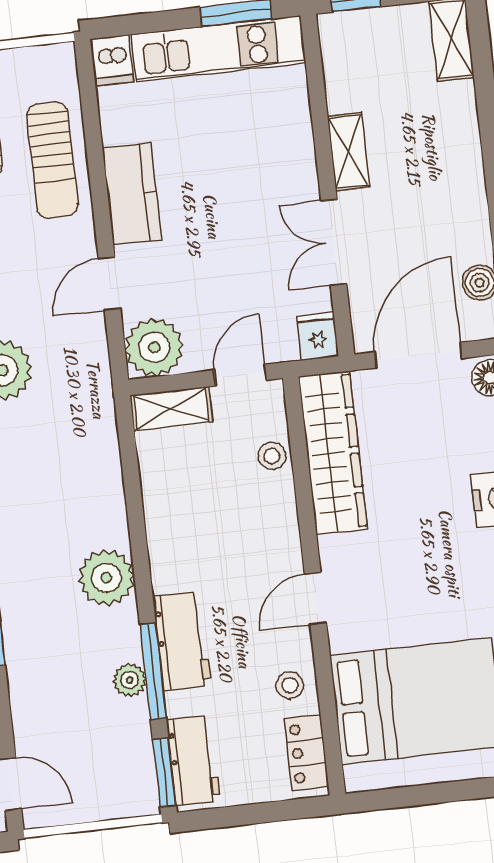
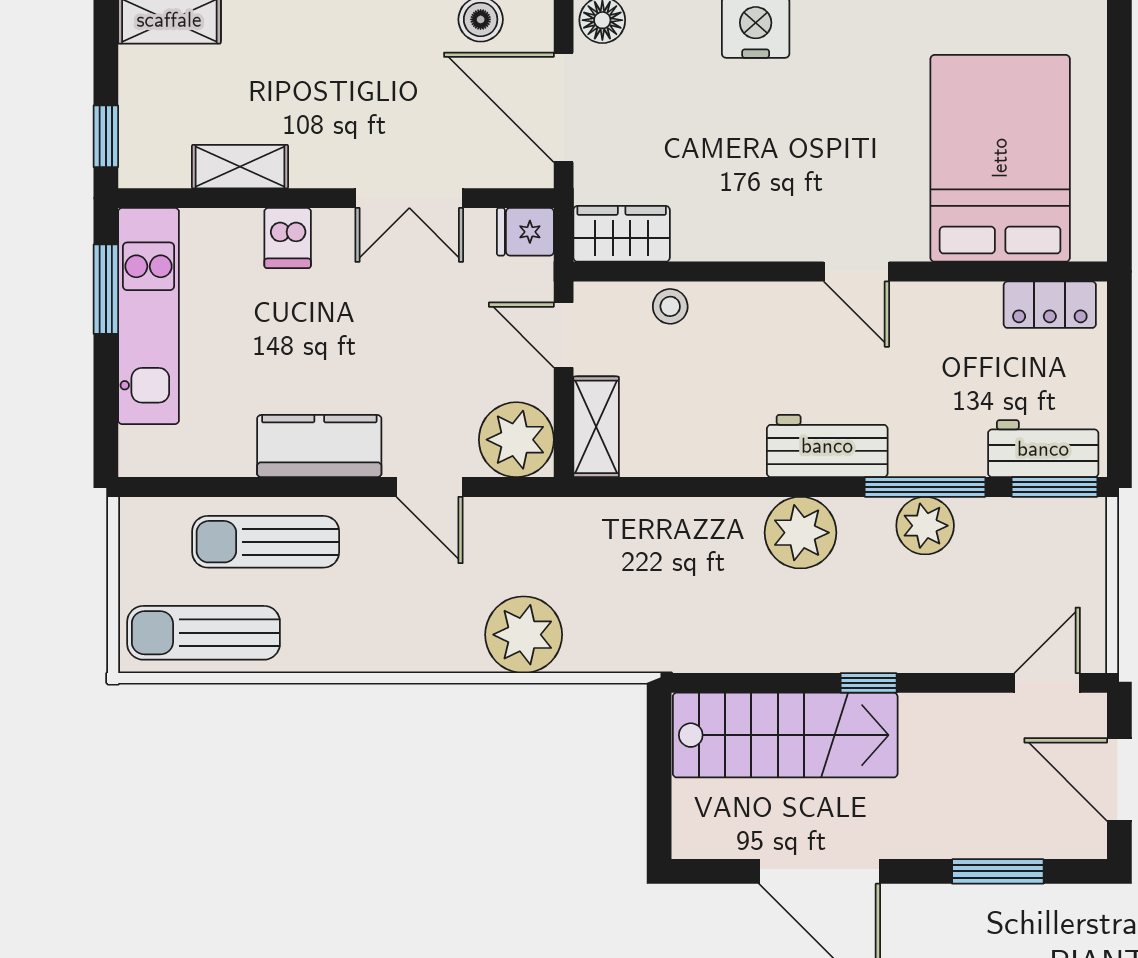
dishwasher: (113, 60) -> (288, 238), moved, turned 90
shelving: (348, 152) -> (240, 167), moved
sun lounger: (52, 160) -> (266, 542), turned 180
wardrobe: (333, 453) -> (622, 234), width x0.48, depth x0.85
workbench: (182, 641) -> (827, 446), moved
plant: (130, 680) -> (925, 526), width x1.38, depth x1.38
stool: (290, 685) -> (962, 316), removed

